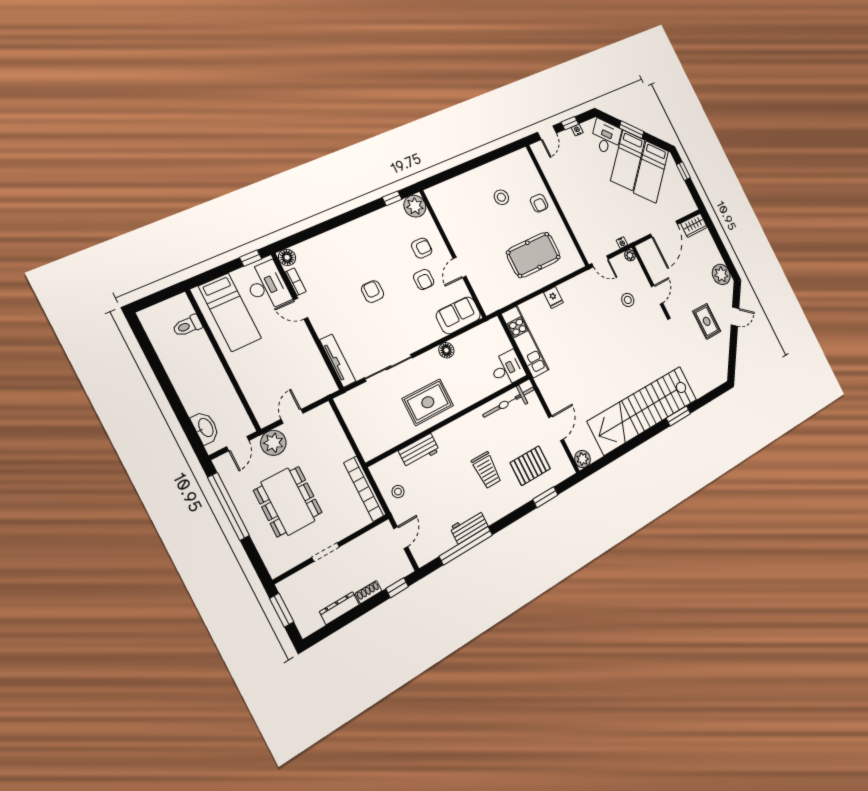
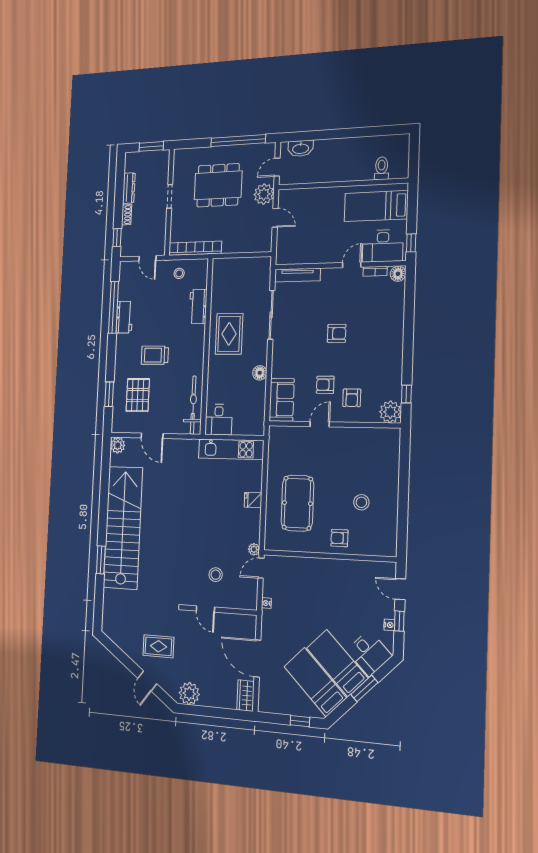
plant: (630, 255) -> (254, 549), moved
door: (460, 267) -> (320, 424), hinge flipped
door: (238, 444) -> (277, 167), hinge flipped

